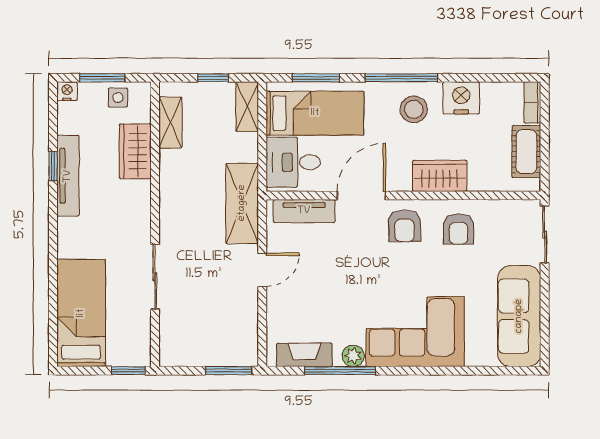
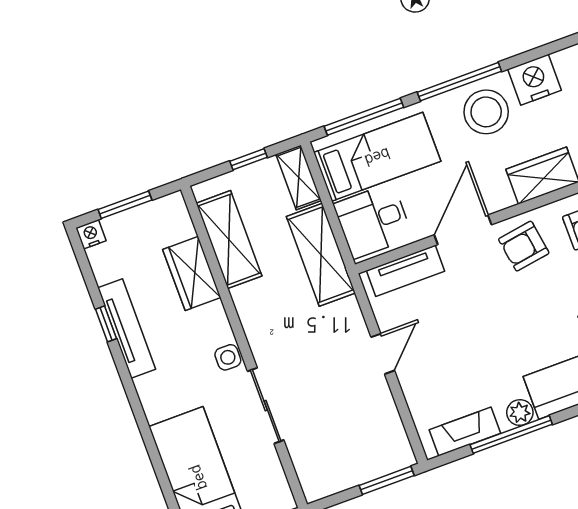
window: (316, 78) -> (364, 117), width x1.44
side table: (118, 98) -> (228, 357), moved
stool: (414, 109) -> (486, 112), width x1.38, depth x1.38
shelving: (170, 123) -> (229, 240), width x1.50, depth x1.33
shelving: (242, 203) -> (321, 255), moved
armchair: (404, 226) -> (524, 246), turned 82

